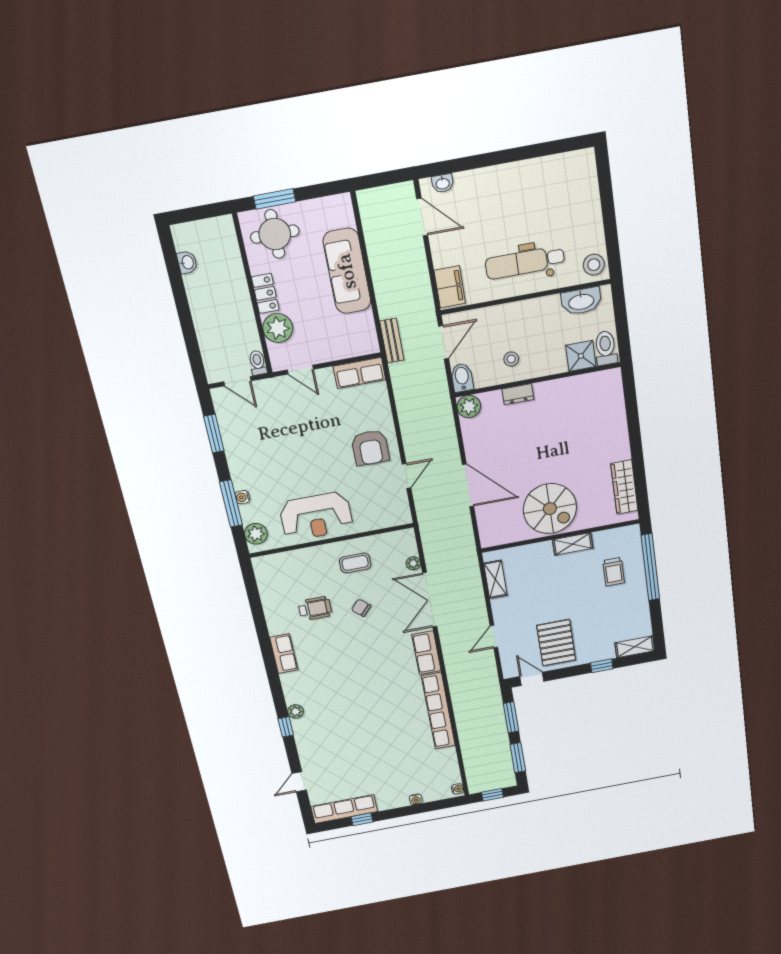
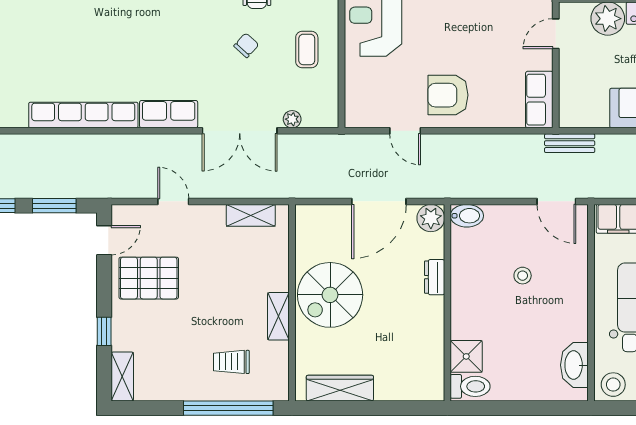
toilet: (606, 348) -> (470, 386), moved
shower: (581, 356) -> (466, 356), moved
bidet: (462, 378) -> (467, 216), moved
wall: (538, 380) -> (447, 303), moved
dresser: (518, 394) -> (435, 277), moved
plant: (469, 407) -> (431, 218), moved
double door: (430, 600) -> (240, 131), swing flipped

